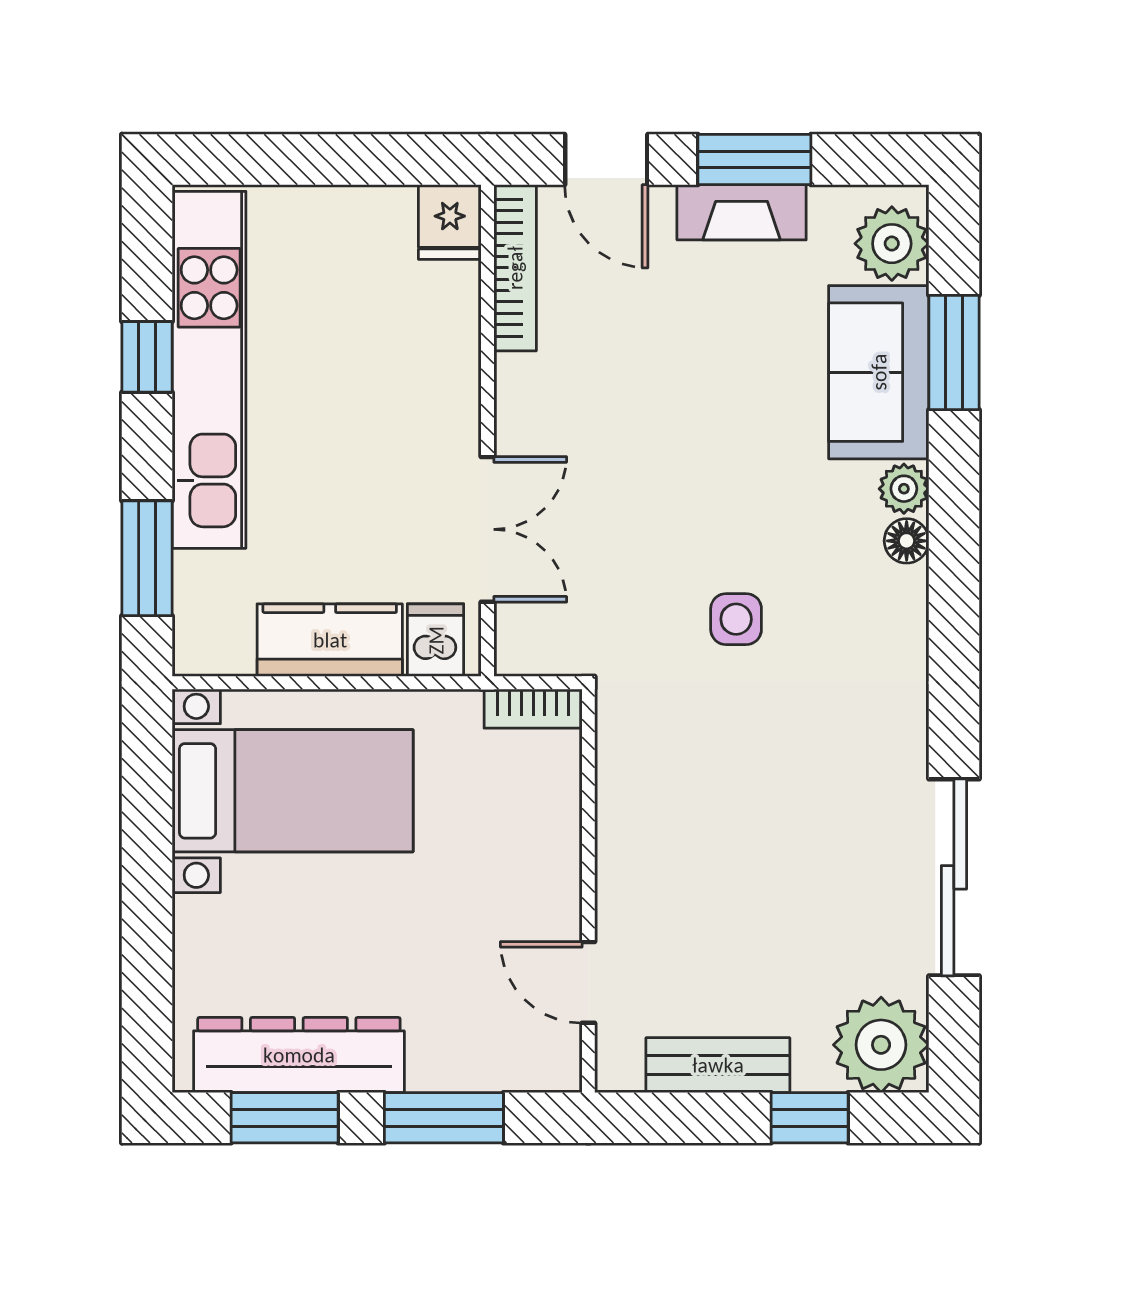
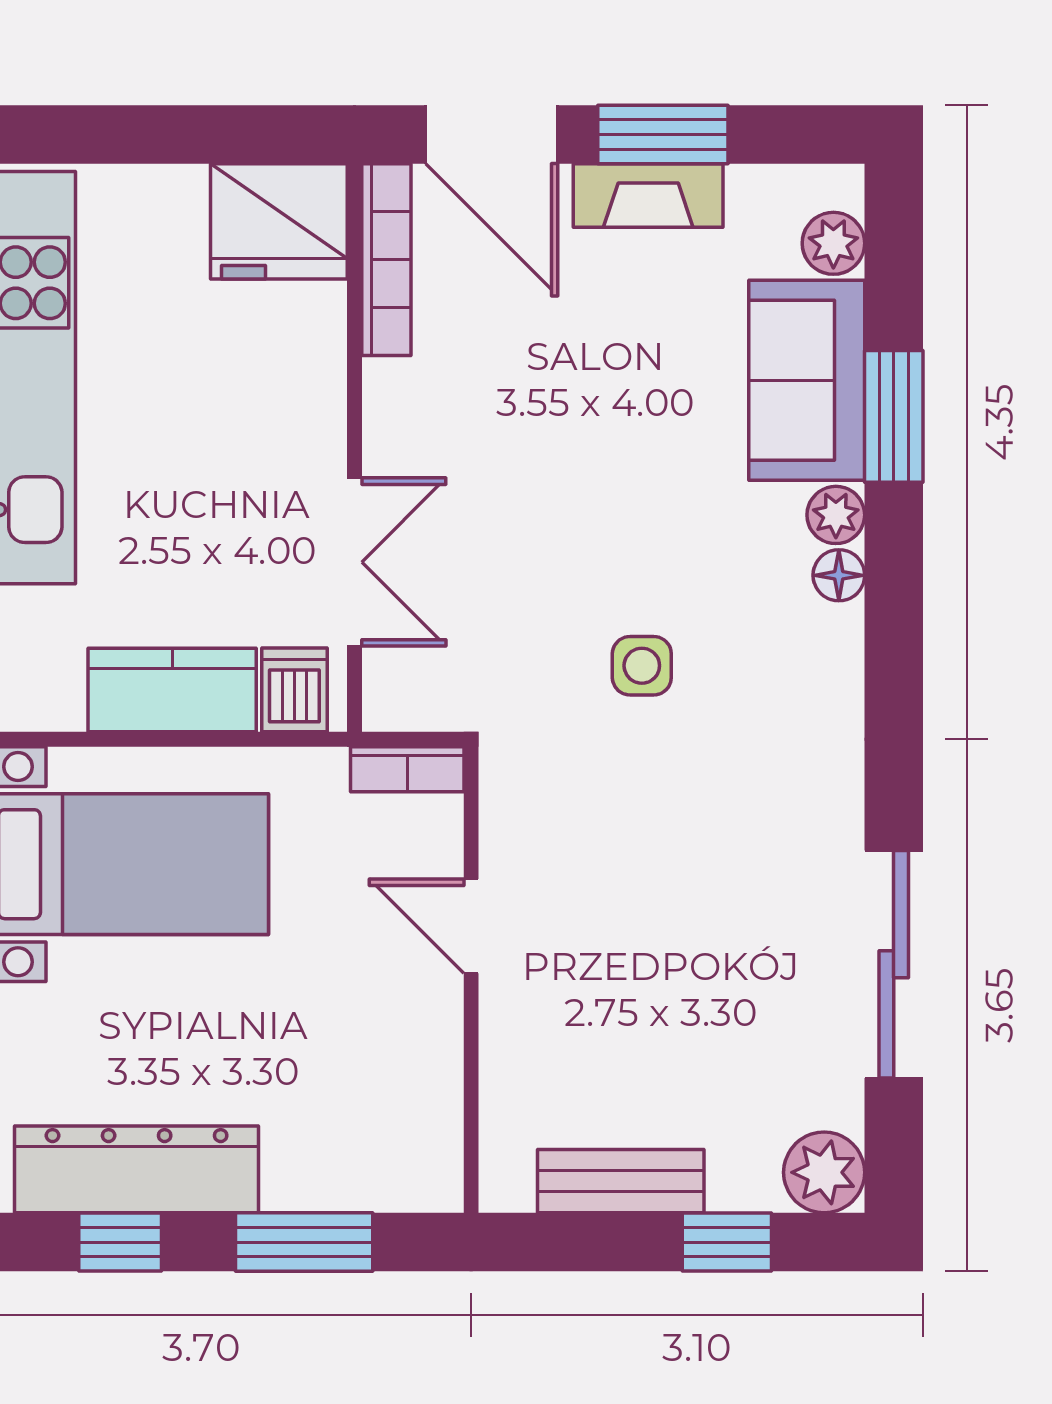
door: (606, 159) -> (492, 134), width x1.38
fridge: (450, 222) -> (279, 221), width x1.88, depth x1.34
plant: (892, 244) -> (833, 243), width x0.73, depth x0.73
window: (954, 352) -> (894, 416), moved
door: (588, 982) -> (471, 926), moved
plant: (881, 1045) -> (824, 1172), width x0.73, depth x0.73
window: (285, 1118) -> (120, 1242), width x0.67

